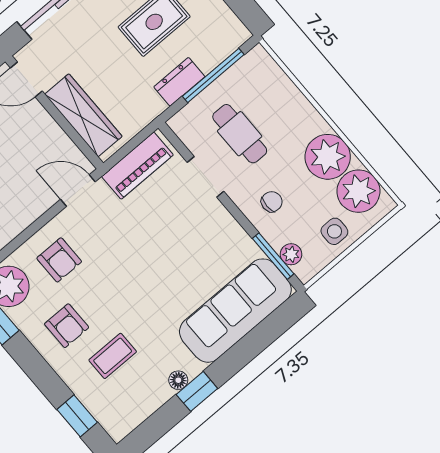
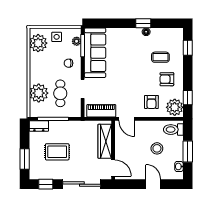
dresser: (179, 82) -> (39, 126), moved
plant: (328, 157) -> (39, 93), moved
armchair: (59, 260) -> (151, 102), turned 180
sofa: (235, 311) -> (95, 53), moved, turned -90
armchair: (67, 326) -> (167, 79), turned -90

